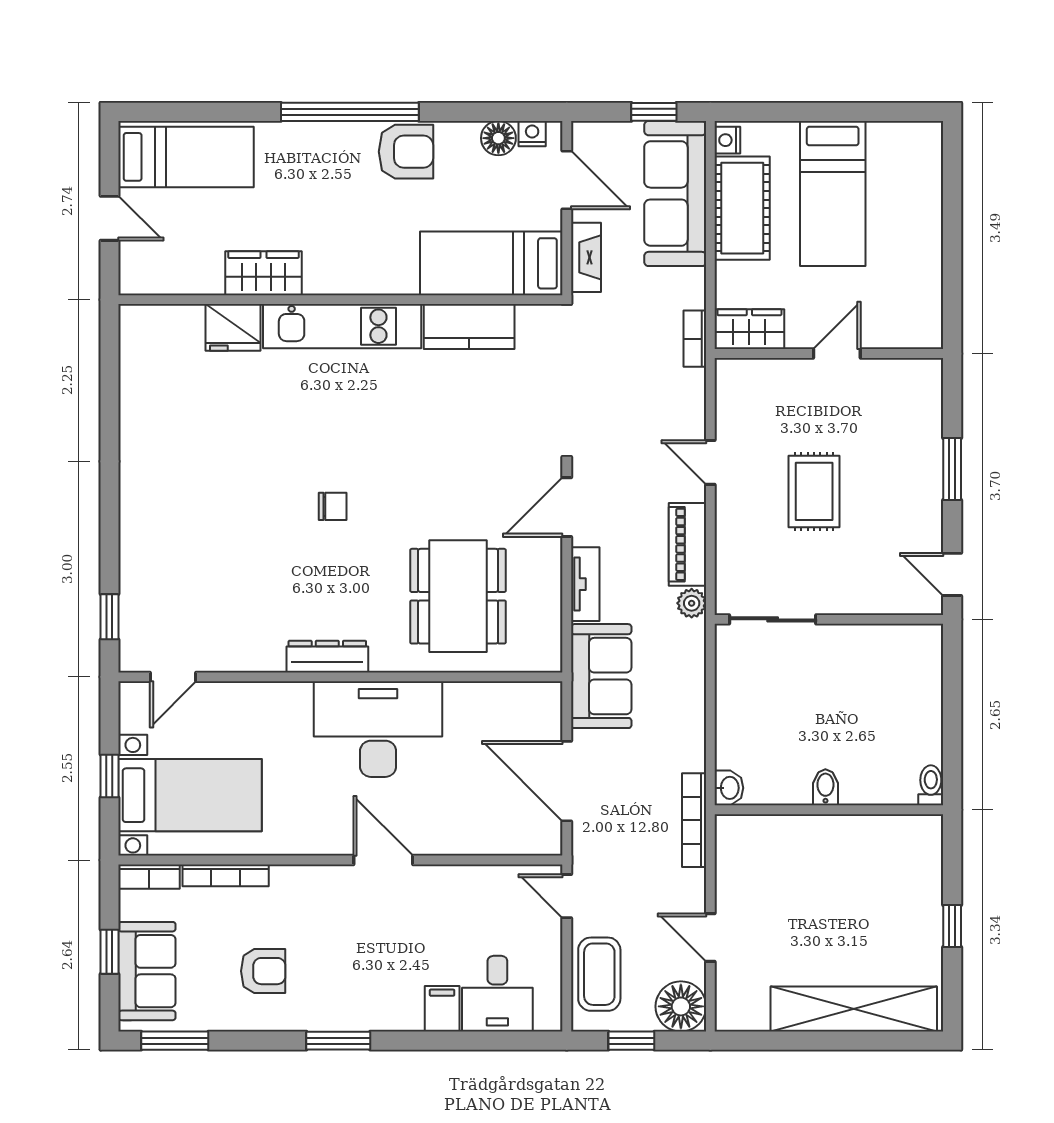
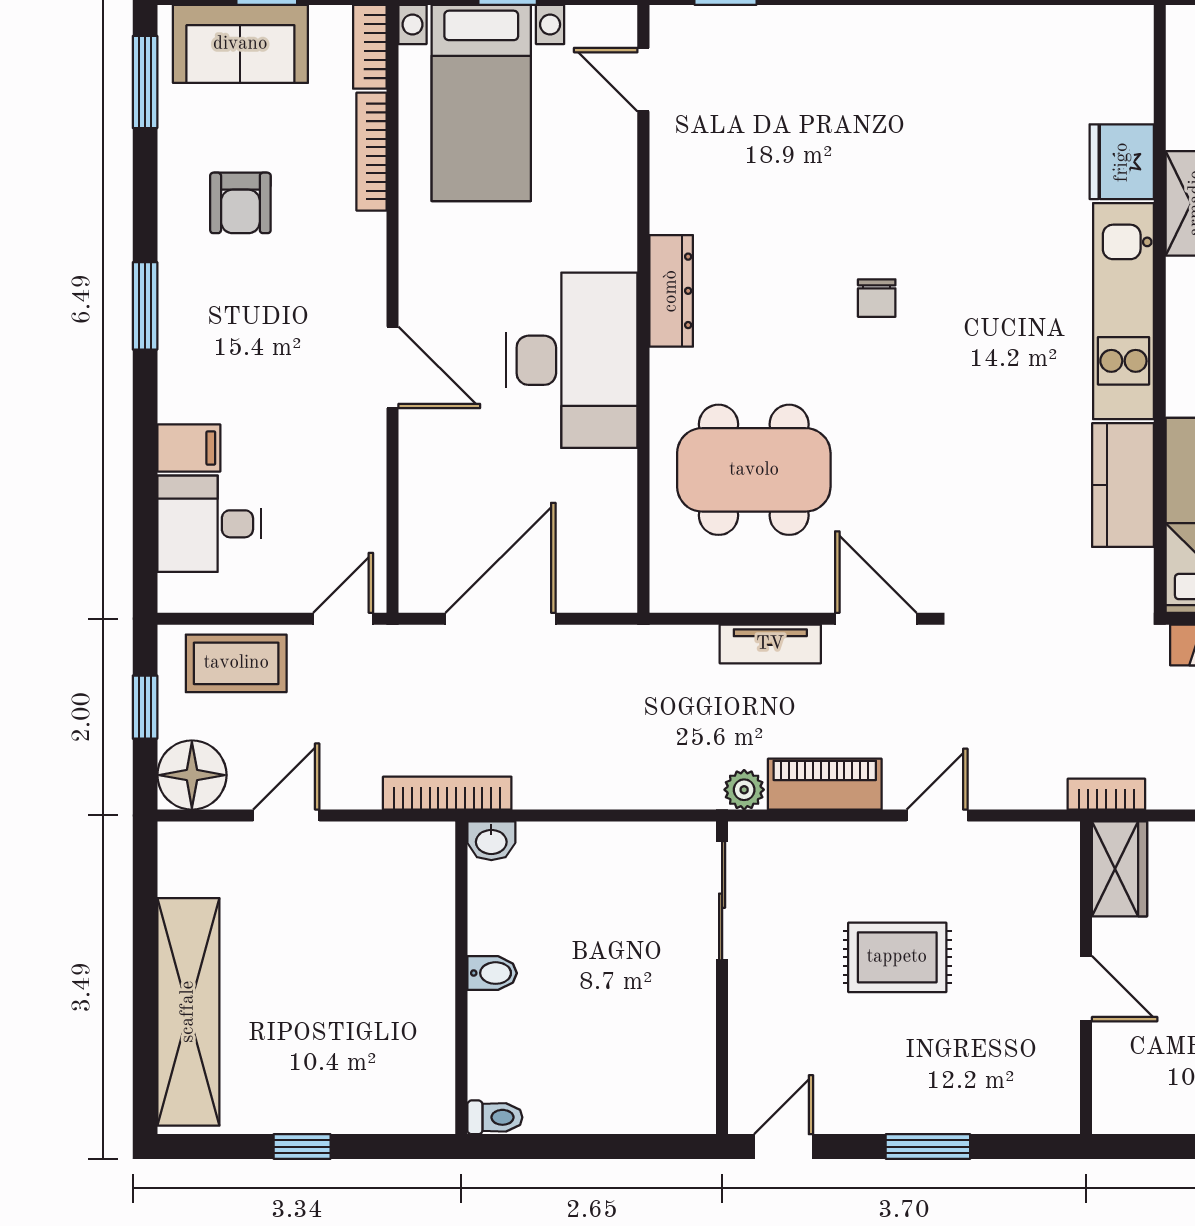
sofa: (601, 676) -> (644, 666), removed
door: (383, 860) -> (392, 367), hinge flipped

